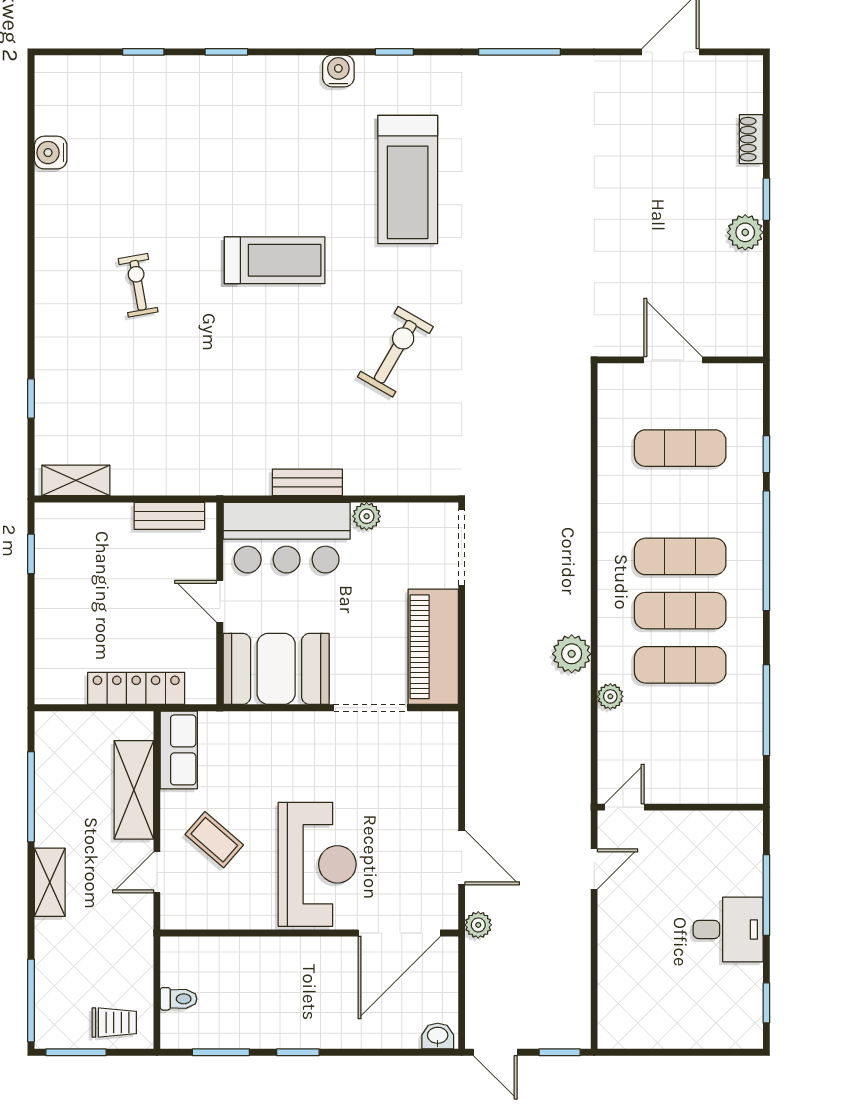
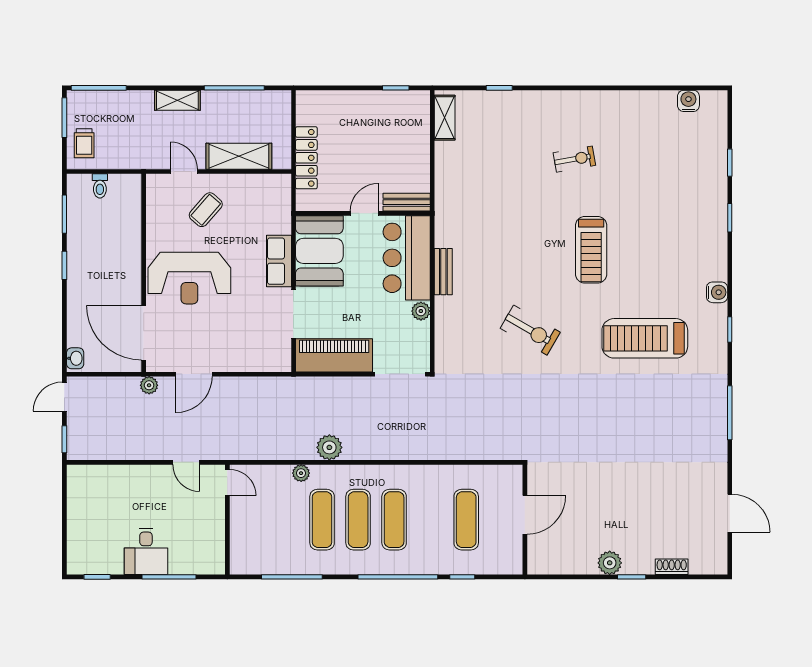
water cooler: (51, 153) -> (688, 101), moved
bench: (169, 516) -> (407, 202), moved, turned 90
row of seats: (179, 750) -> (279, 261), moved, turned 90

